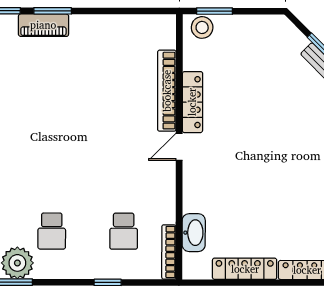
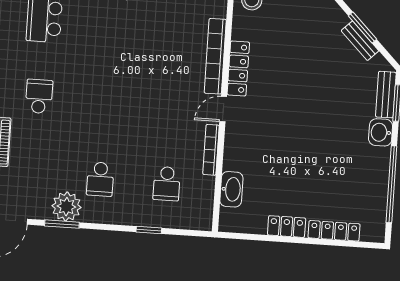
bookcase: (169, 252) -> (211, 150), moved
locker: (245, 269) -> (287, 227), width x0.66

